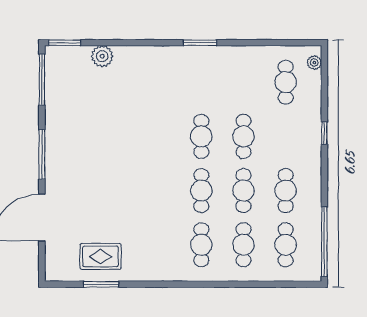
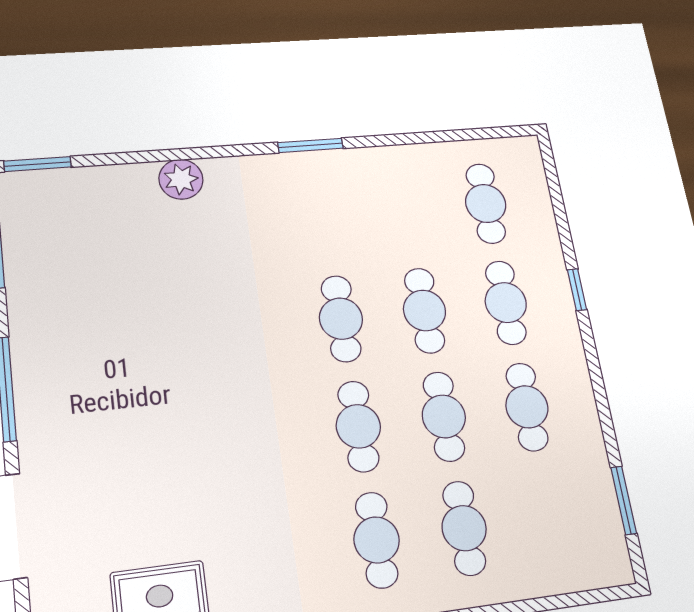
plant: (102, 56) -> (181, 179), moved
plant: (314, 63) -> (531, 165), removed
window: (324, 242) -> (624, 500), width x0.47
cafe table: (286, 245) -> (506, 303), moved

